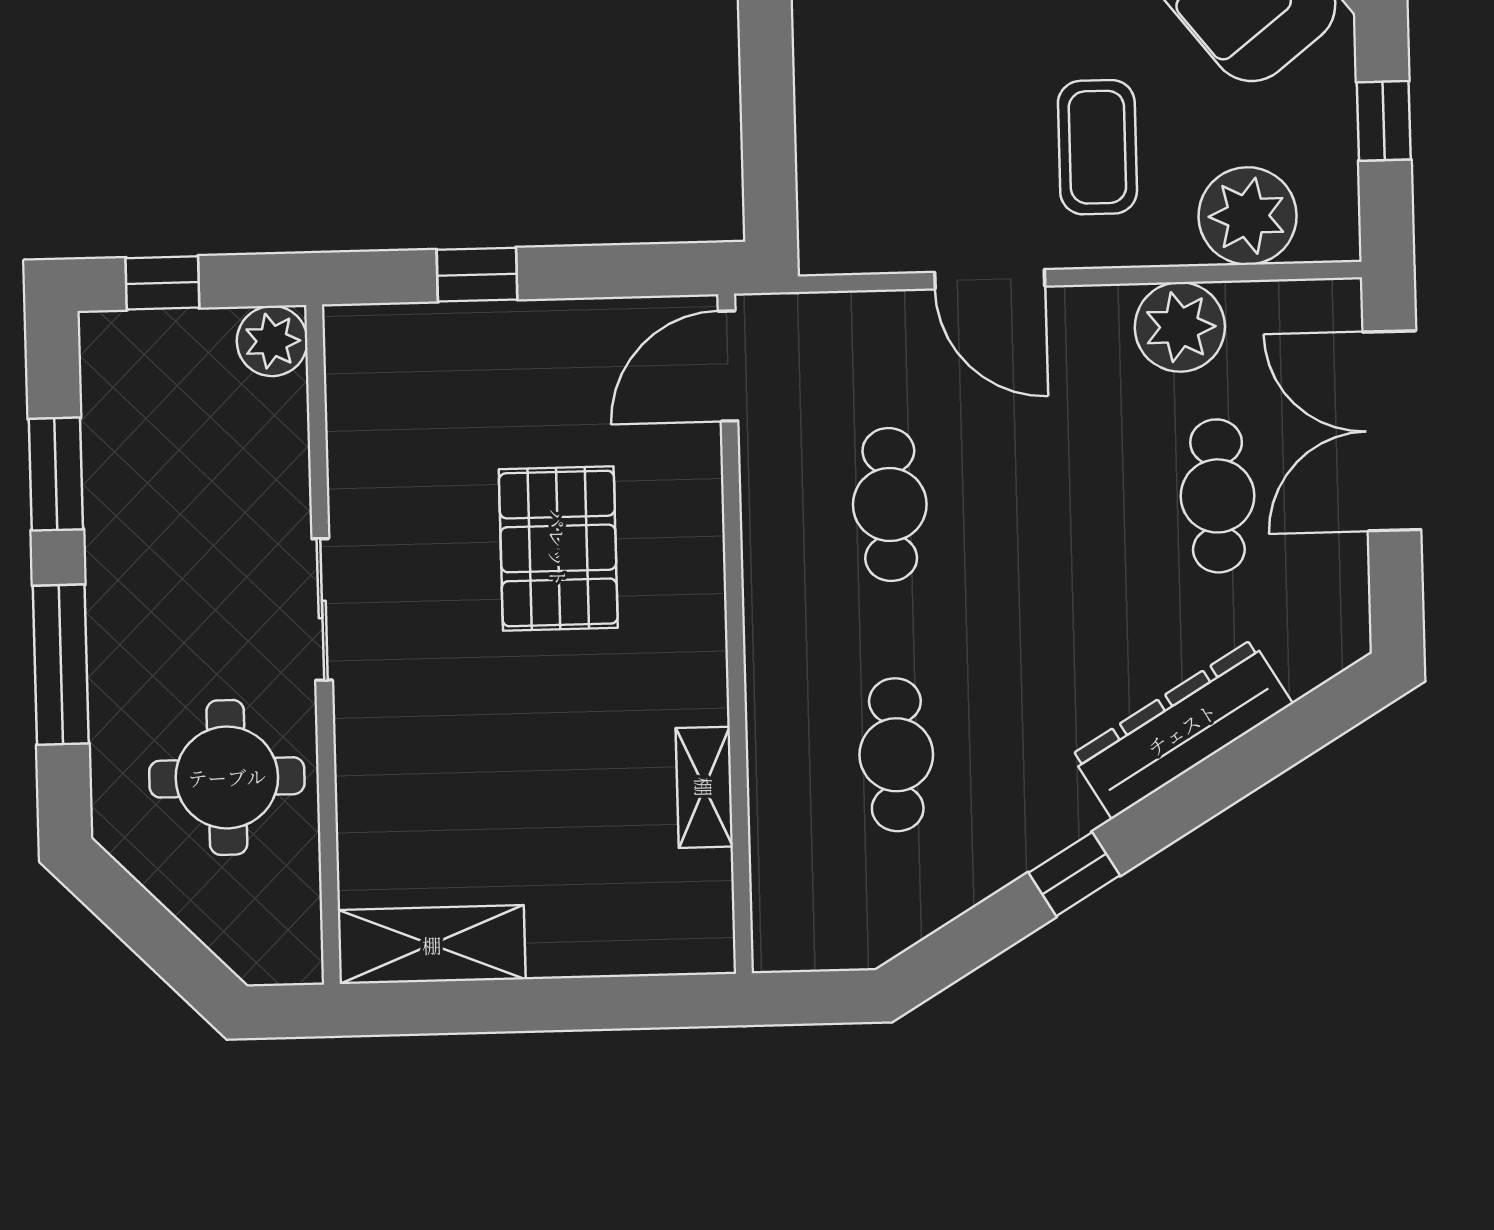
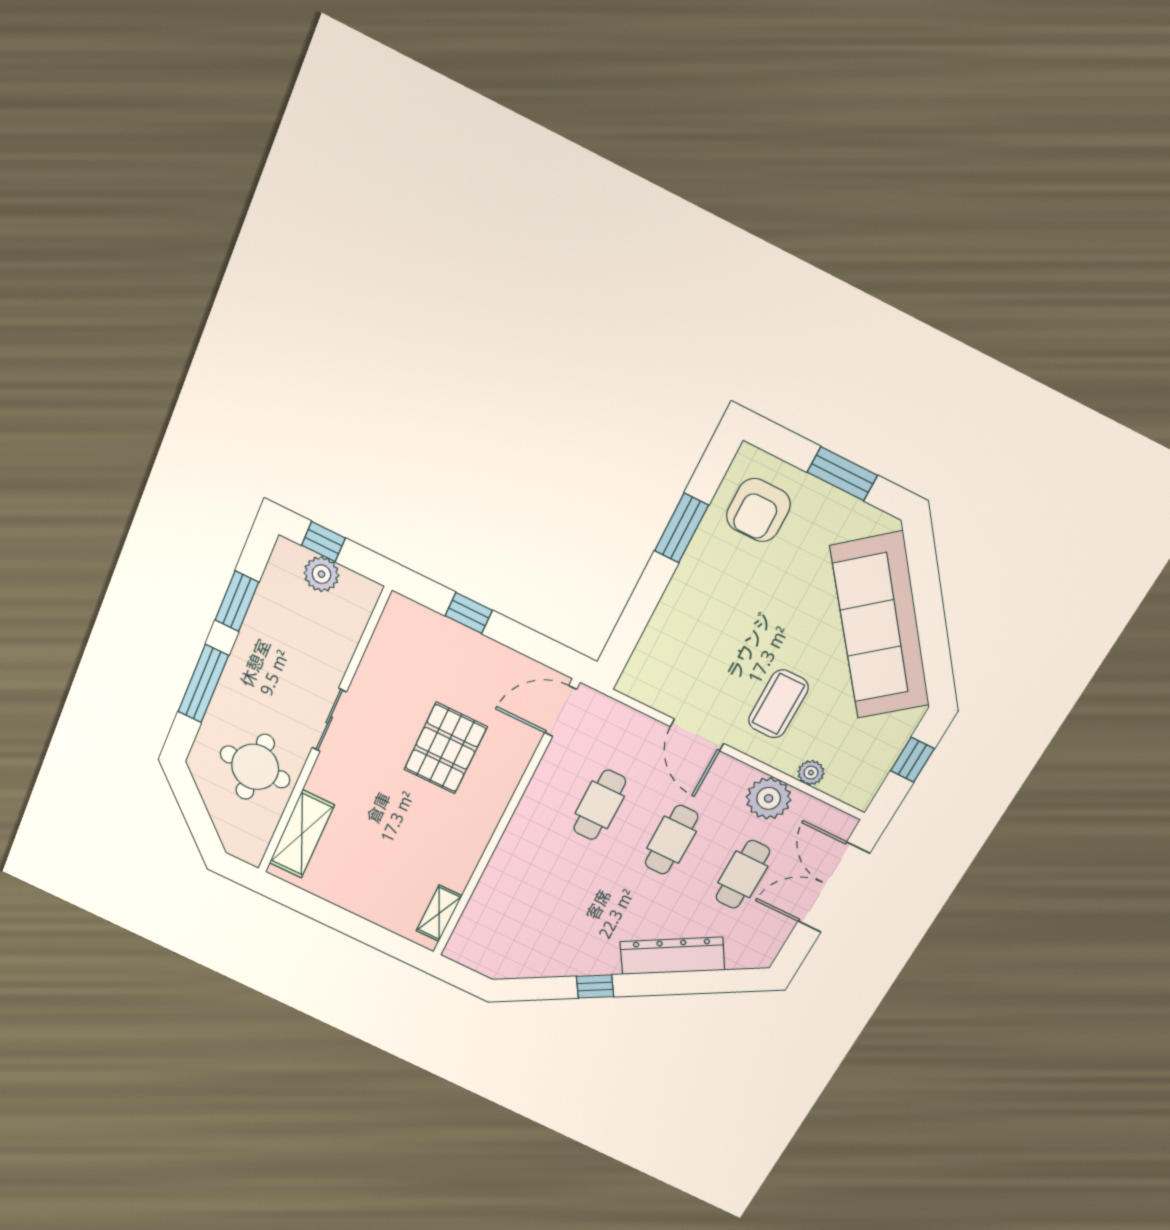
plant: (1248, 216) -> (811, 773), width x0.53, depth x0.53
plant: (272, 341) -> (321, 574), moved
cafe table: (896, 755) -> (671, 840), moved
shelving: (704, 787) -> (439, 913), moved
shelving: (432, 945) -> (302, 834), moved, turned 90

